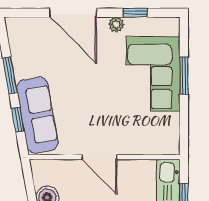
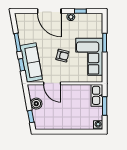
corner sofa: (153, 74) -> (89, 57), moved
armchair: (100, 102) -> (62, 56), added
door: (99, 157) -> (52, 83), moved

